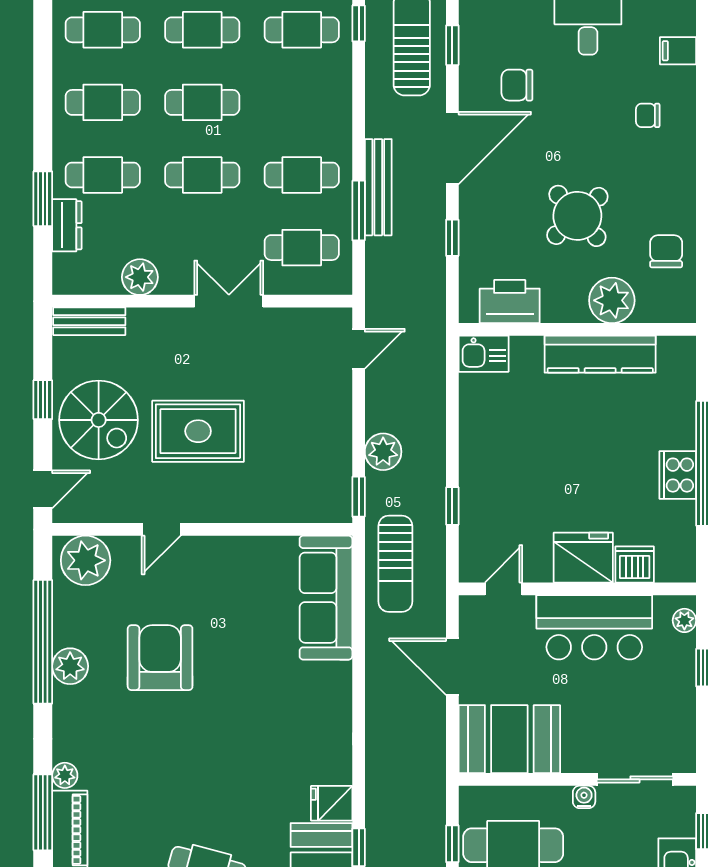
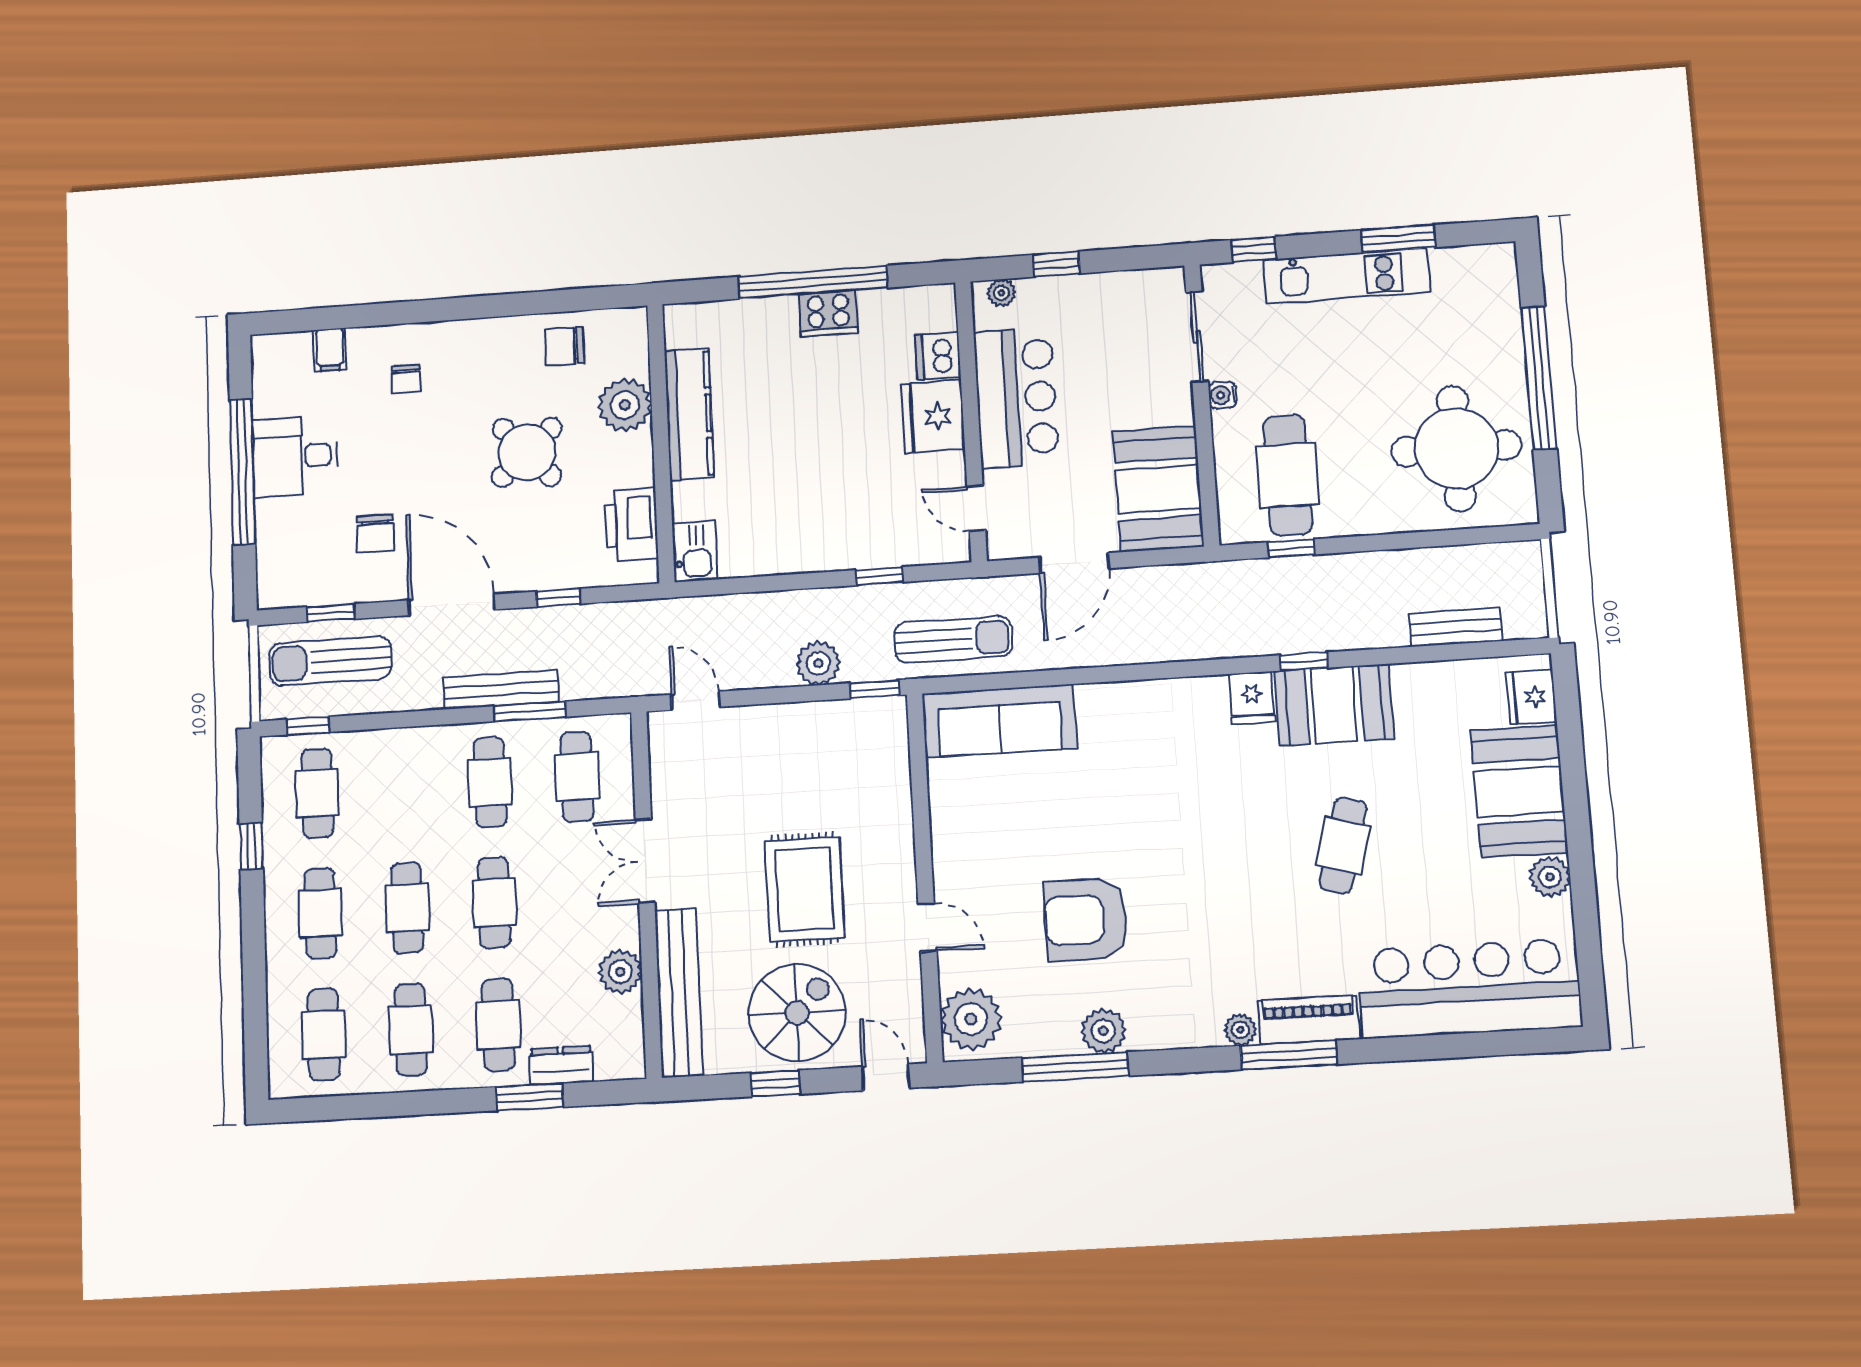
bench: (89, 321) -> (679, 992), width x1.86, depth x1.21
window: (43, 642) -> (1075, 1067), width x0.68

